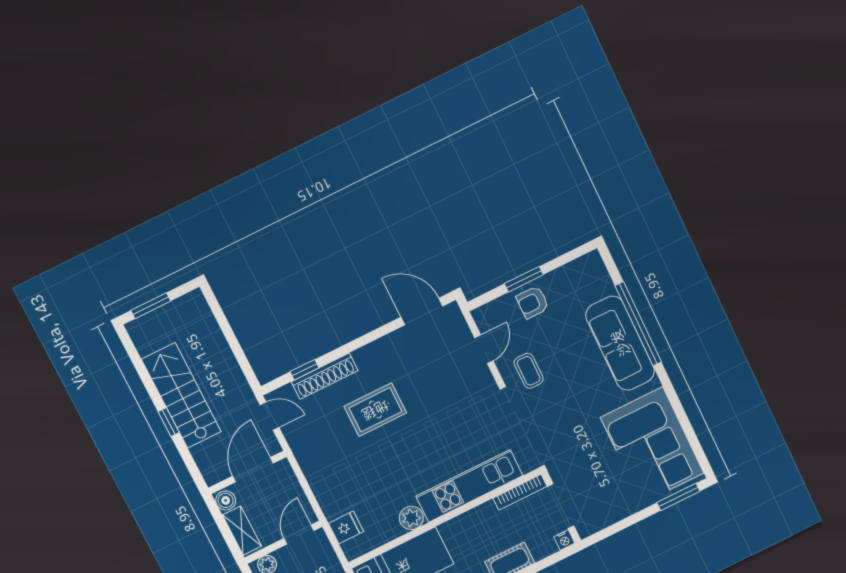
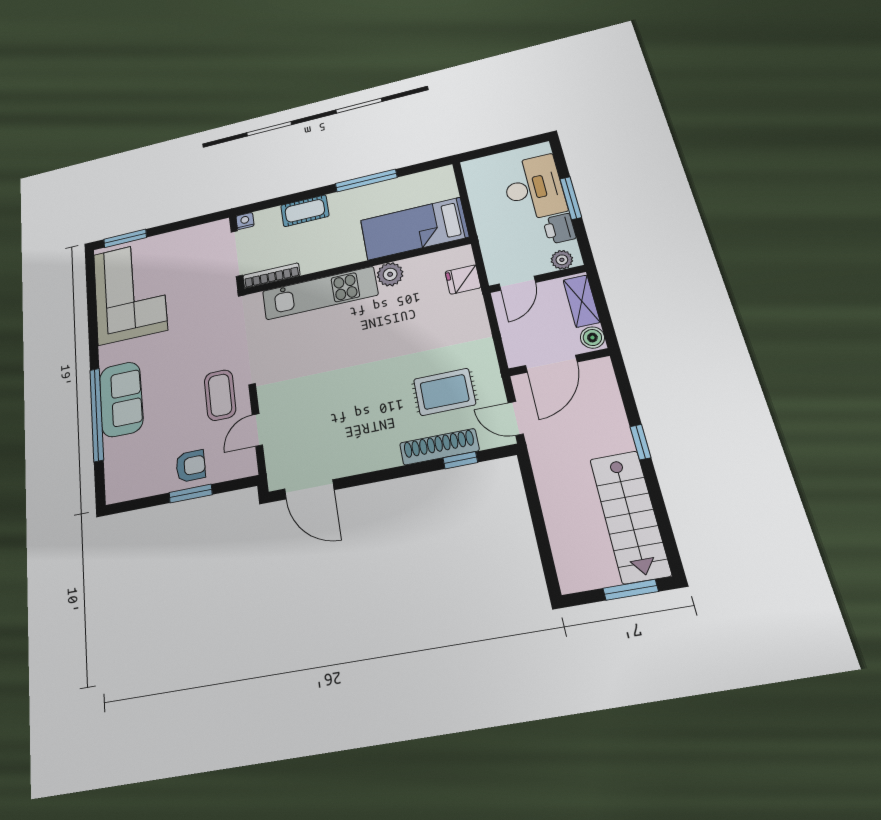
sofa: (620, 343) -> (121, 399), width x0.73
coffee table: (529, 371) -> (220, 395), width x1.36, depth x1.30
stairs: (181, 396) -> (630, 516), moved
rug: (375, 410) -> (445, 392), moved

